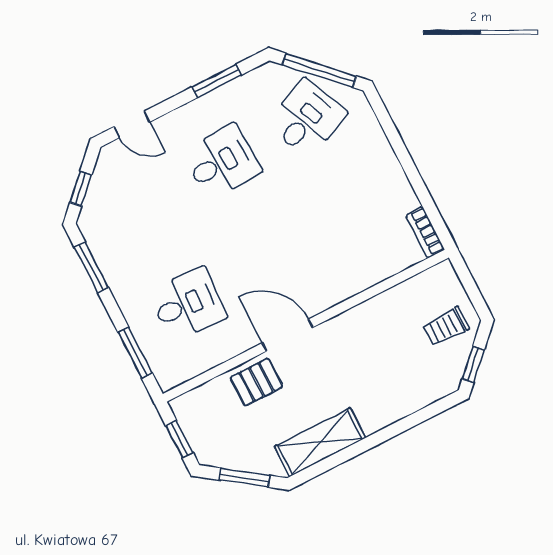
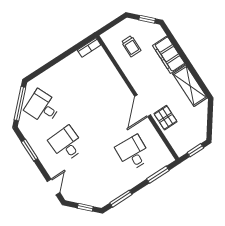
trolley: (446, 327) -> (131, 46), moved
filing cabinet: (392, 403) -> (169, 55), added
window: (244, 478) -> (210, 119), removed

